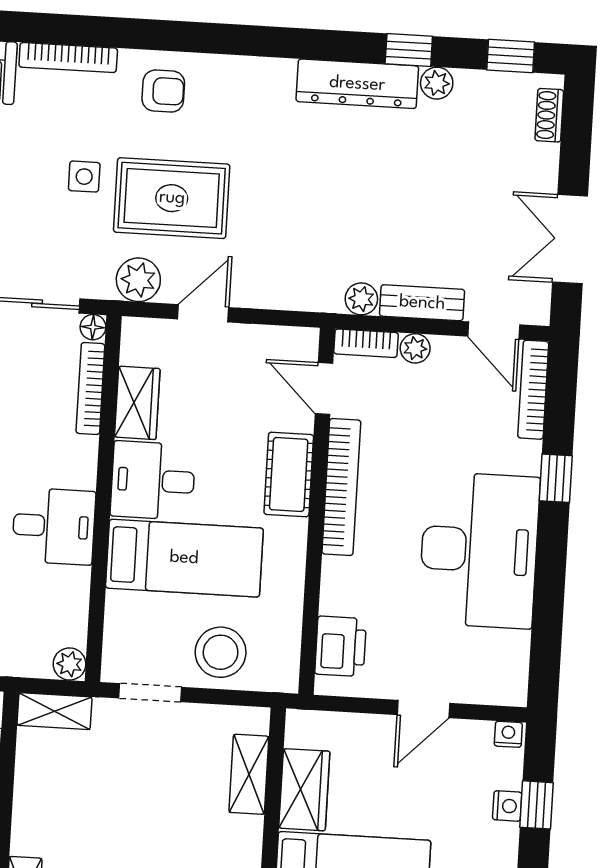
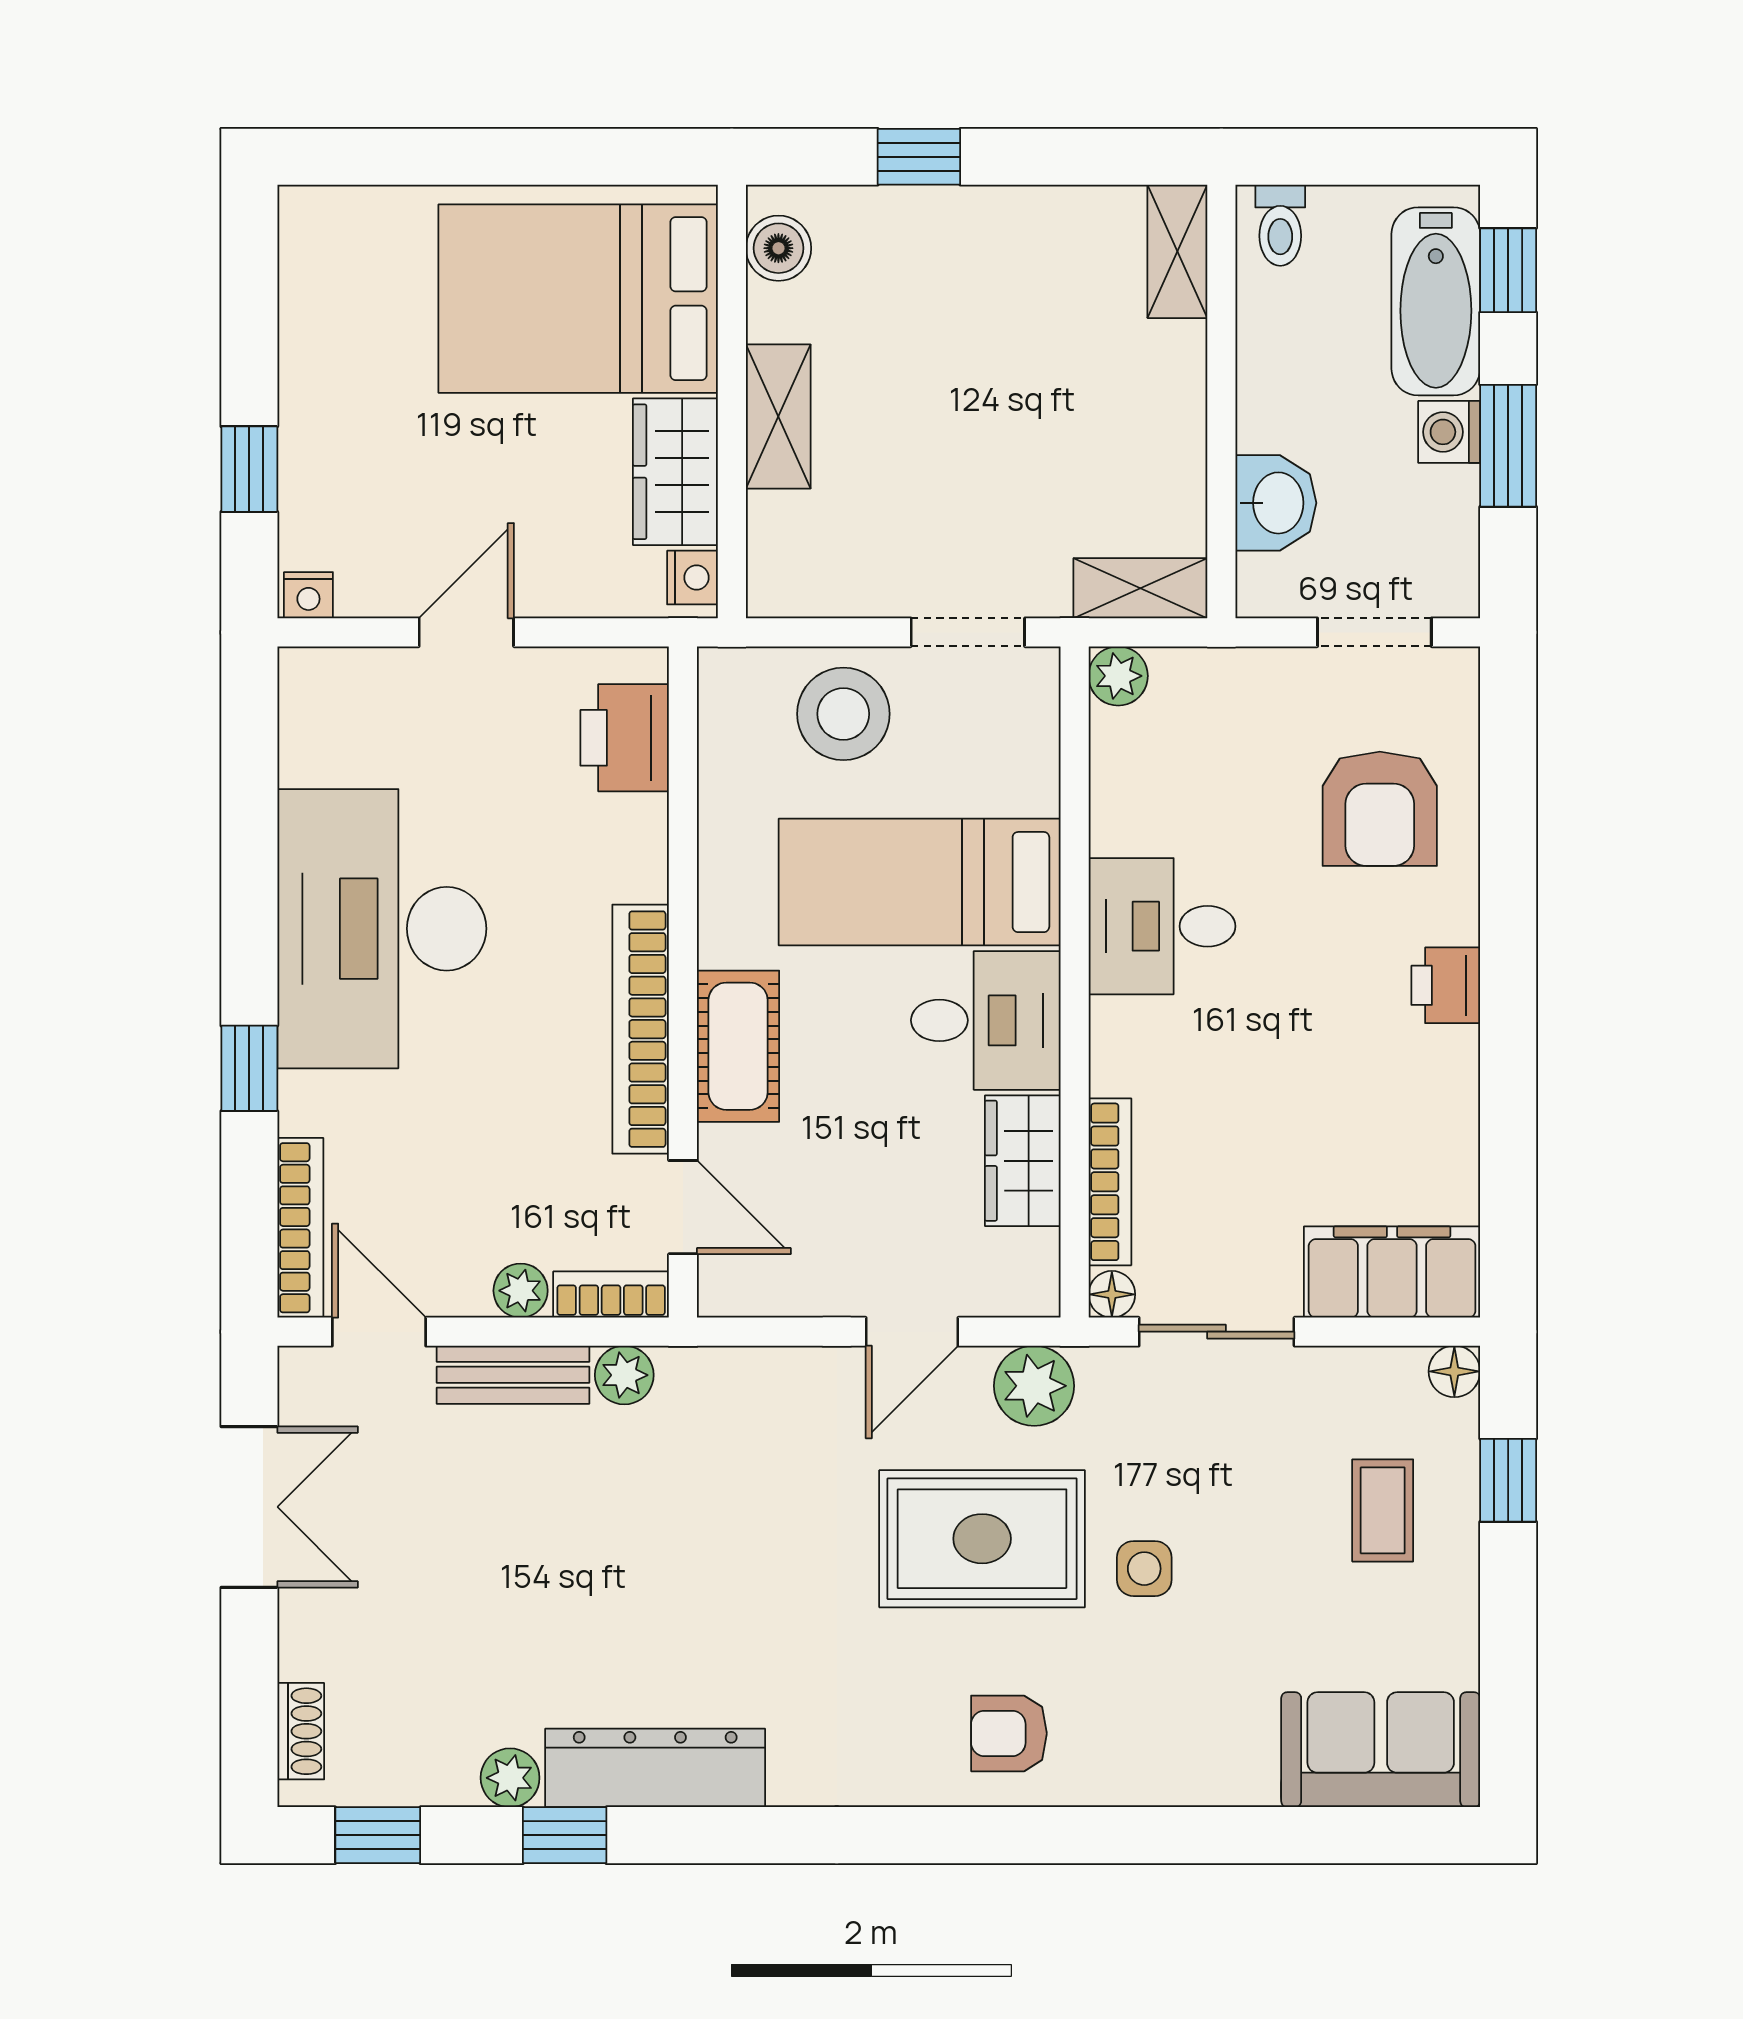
bookcase: (68, 58) -> (1187, 1784), removed
shelving: (249, 774) -> (778, 417), moved
nightstand: (507, 806) -> (692, 578), moved, turned 180

